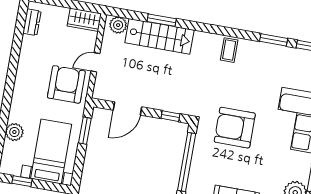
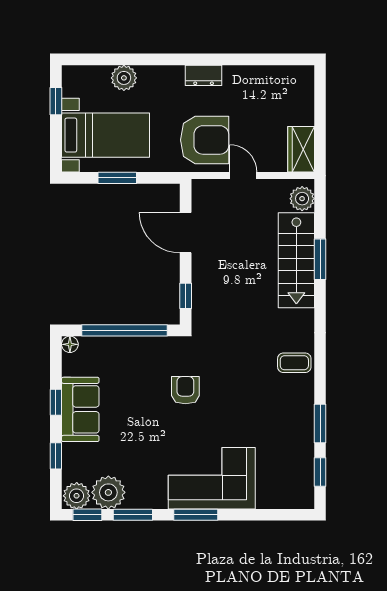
dresser: (32, 22) -> (204, 75), moved
armchair: (235, 128) -> (185, 390), width x0.53, depth x0.53
window: (85, 131) -> (117, 178), moved

